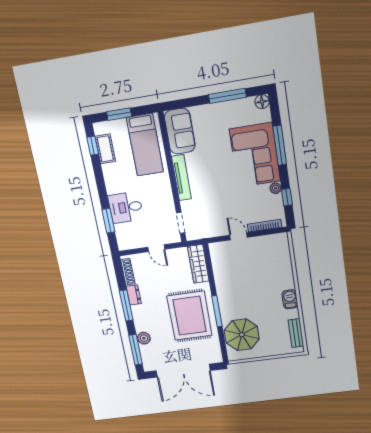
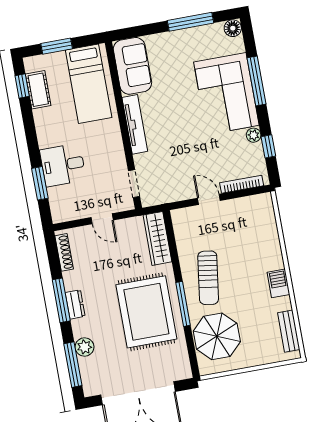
sun lounger: (236, 293) -> (208, 278), added
dresser: (134, 295) -> (75, 304), moved

